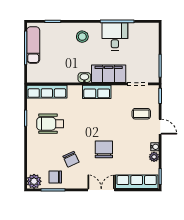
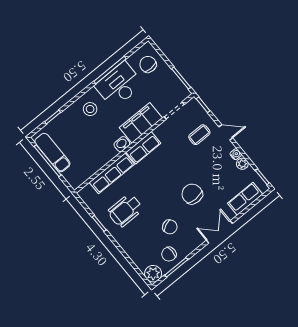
desk: (115, 36) -> (119, 85), width x1.37
chair: (146, 38) -> (148, 64), added
row of seats: (47, 92) -> (112, 173), moved
row of seats: (137, 182) -> (245, 199), width x0.68

